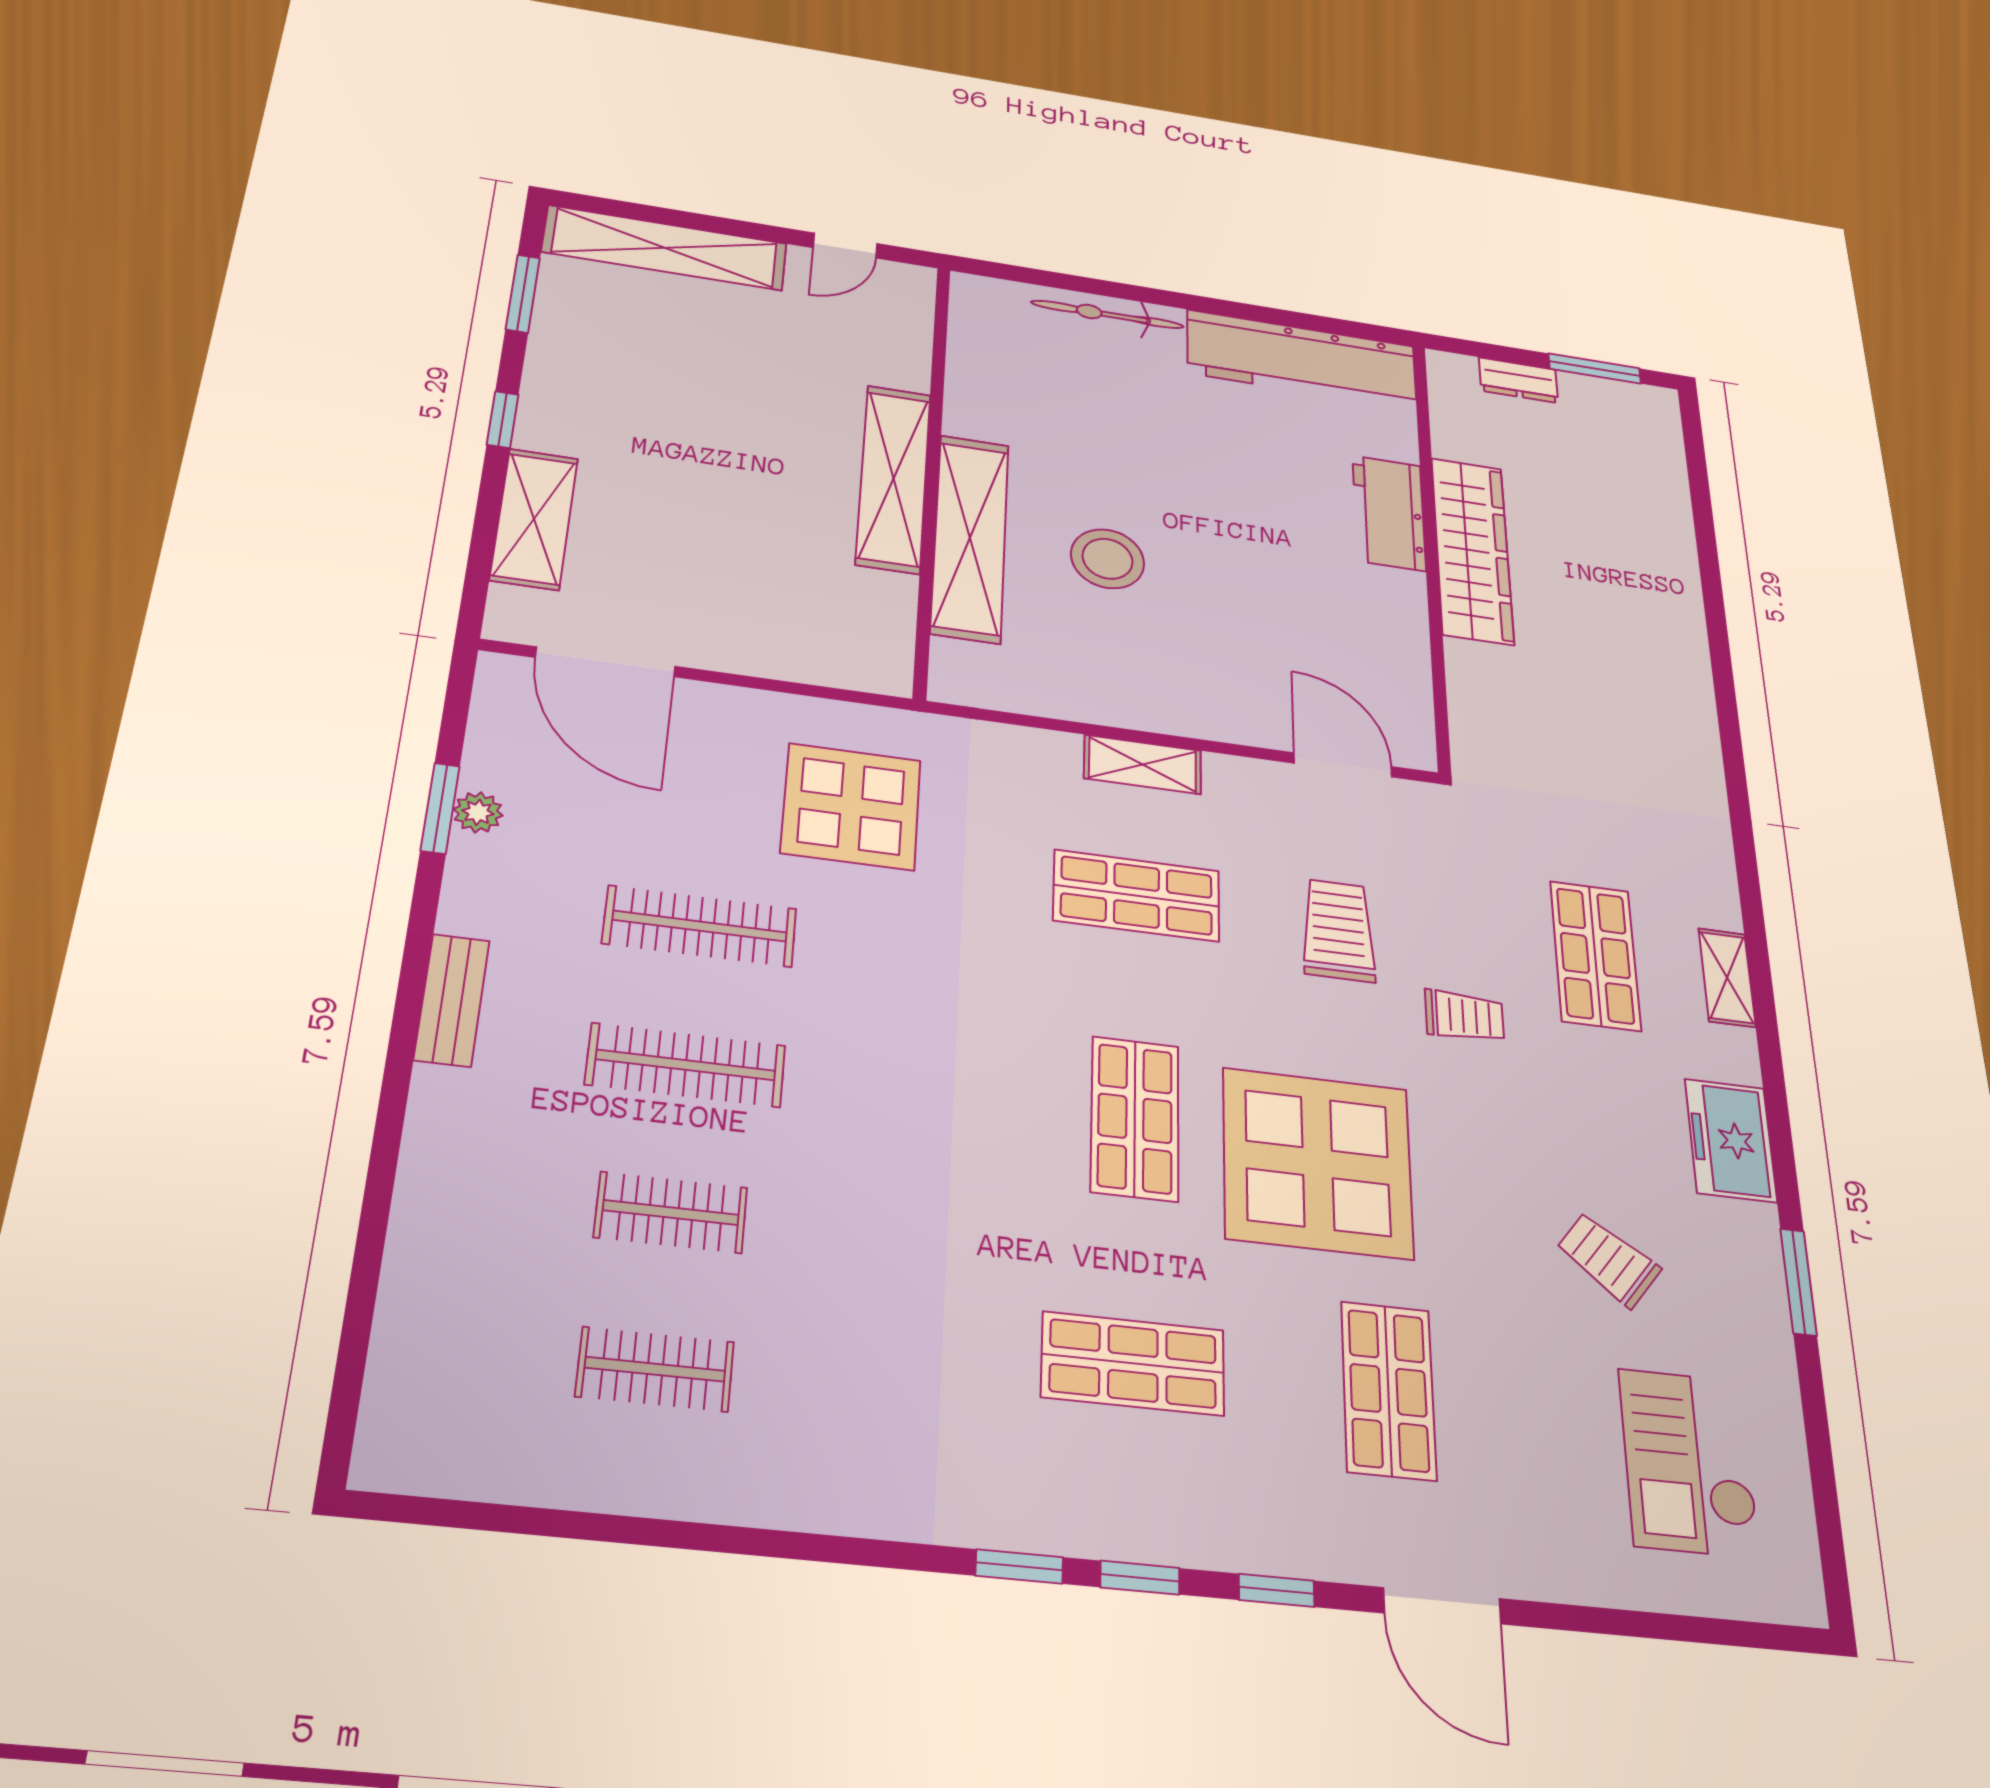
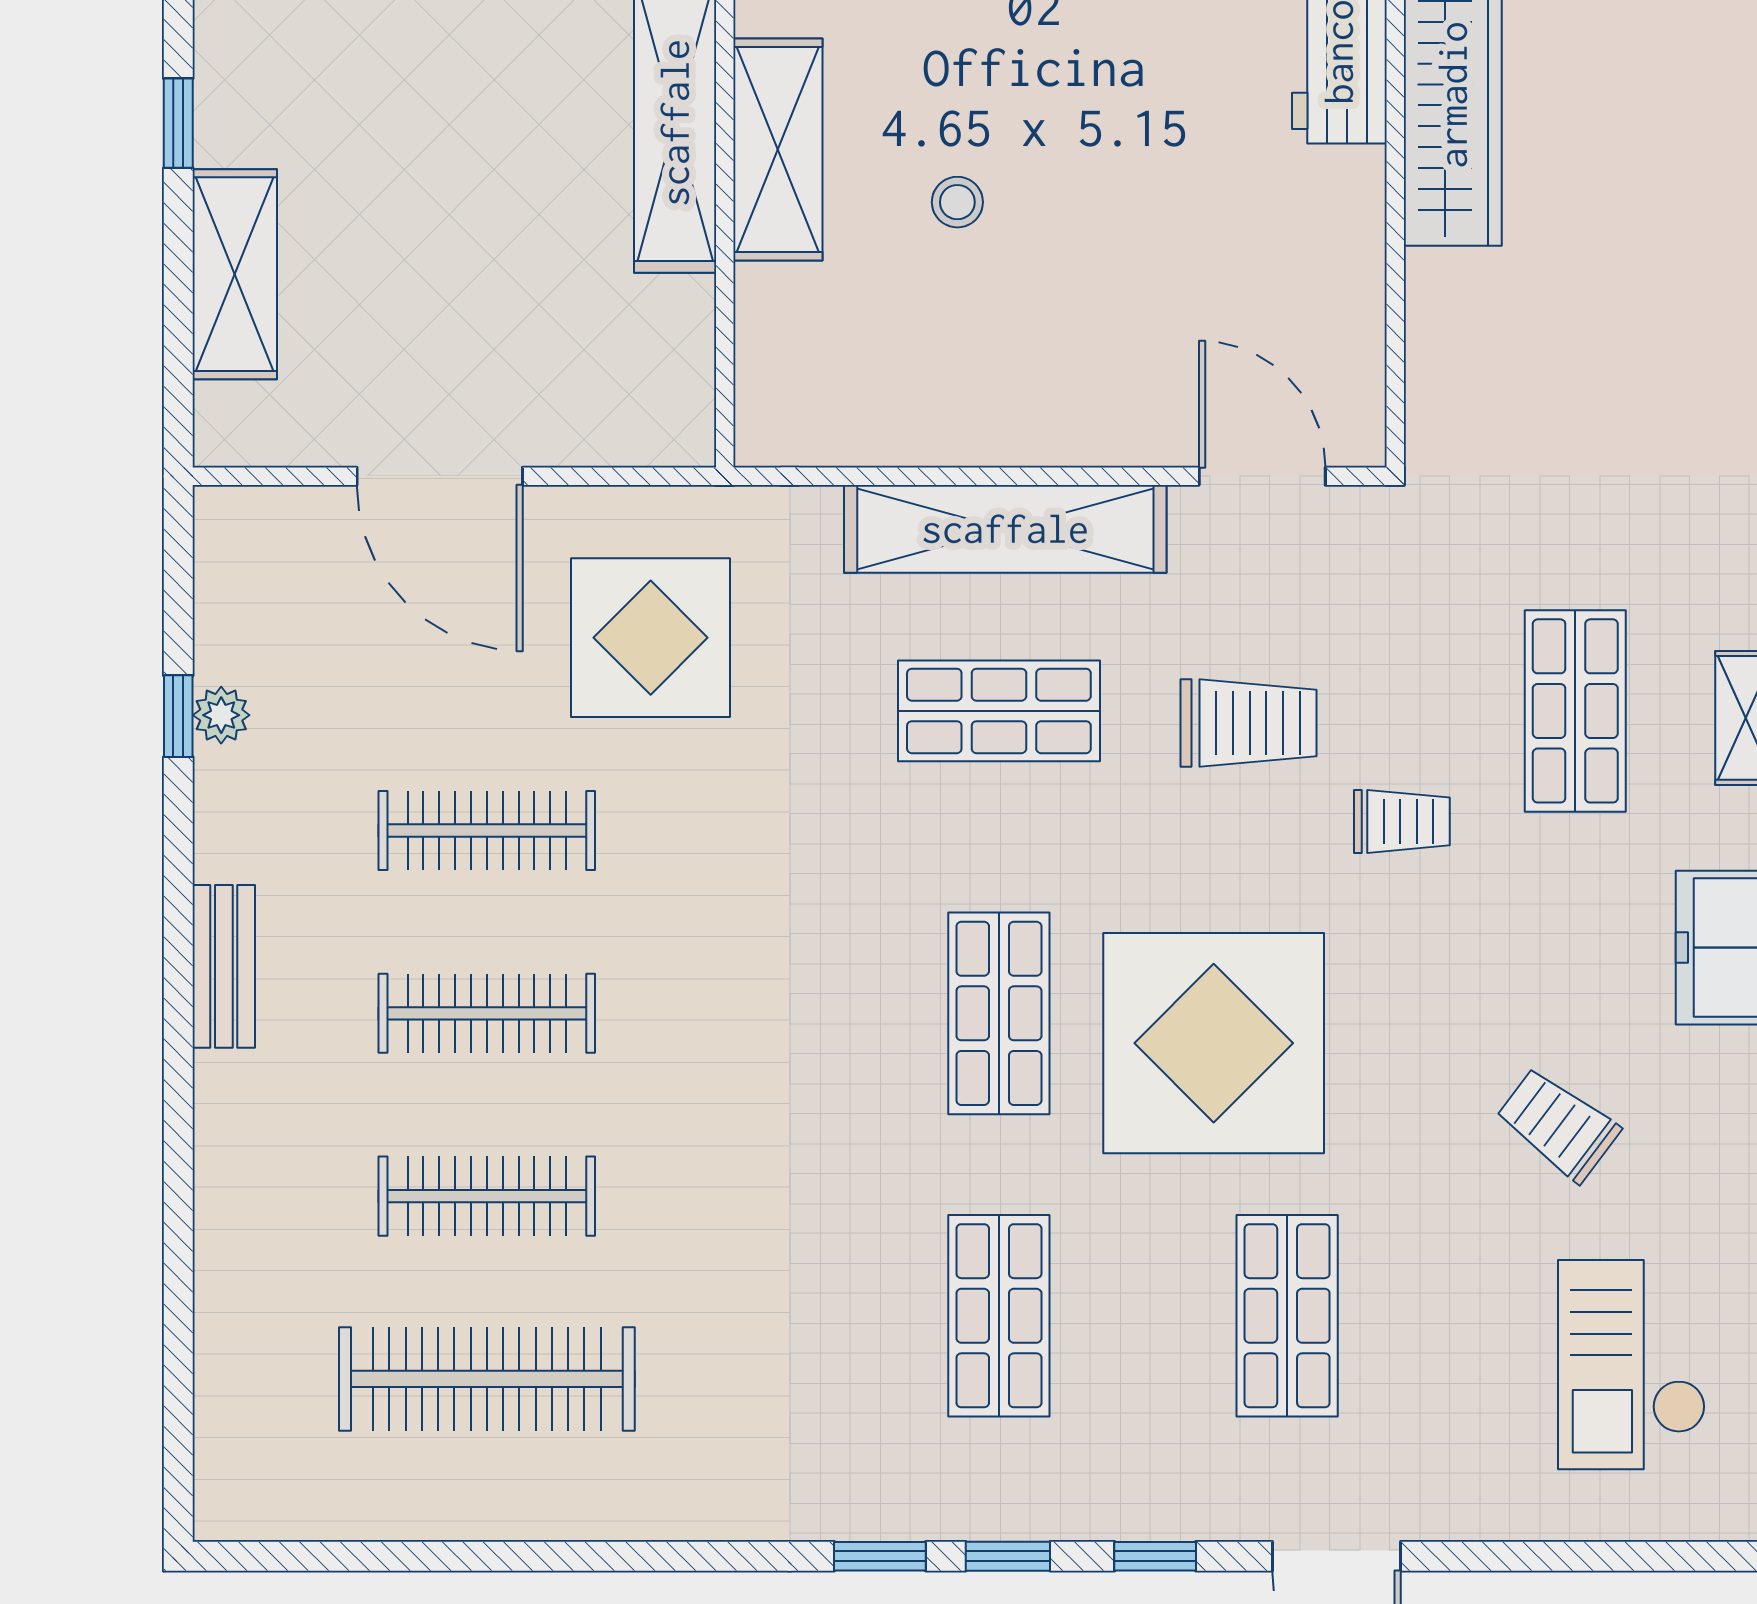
shelving: (970, 538) -> (778, 149), width x0.68
stool: (1108, 559) -> (957, 202), width x0.53, depth x0.53
door: (605, 662) -> (440, 476), moved
shelving: (1143, 764) -> (1005, 529), width x2.20, depth x1.33
window: (440, 808) -> (178, 716), width x0.67
trolley: (1338, 930) -> (1249, 723), turned 90
clothes rail: (671, 1212) -> (487, 1196), width x1.36
shop shelf: (1133, 1363) -> (999, 1316), turned 90
clothes rail: (655, 1369) -> (487, 1379), width x1.86, depth x1.31

